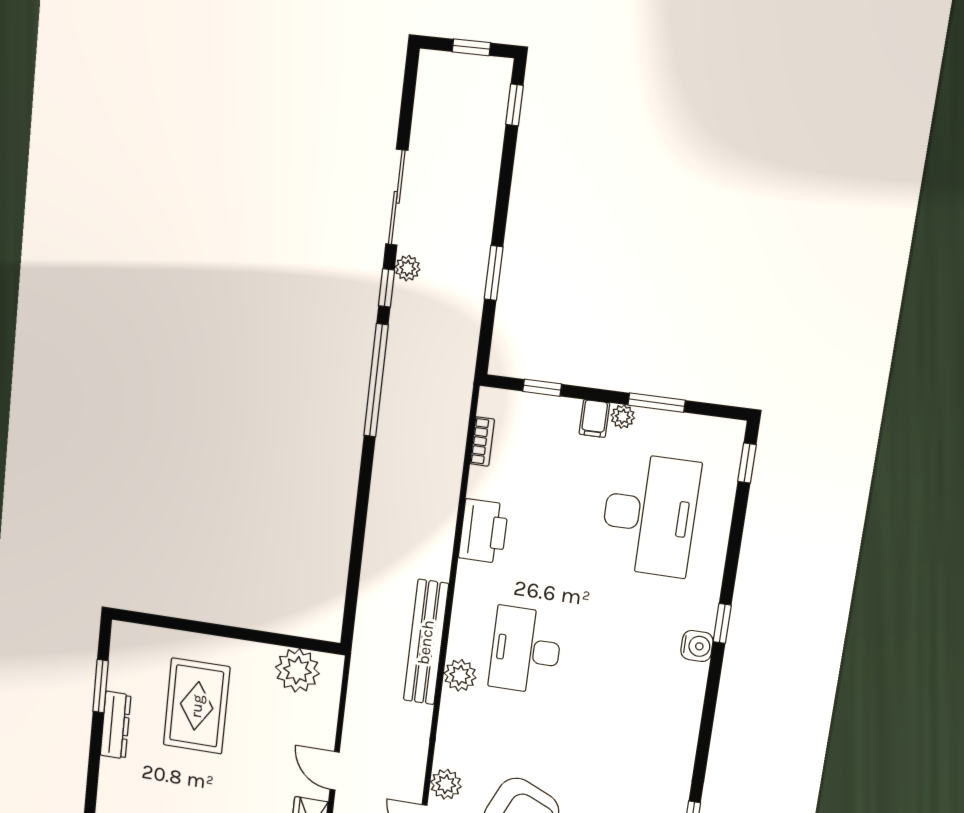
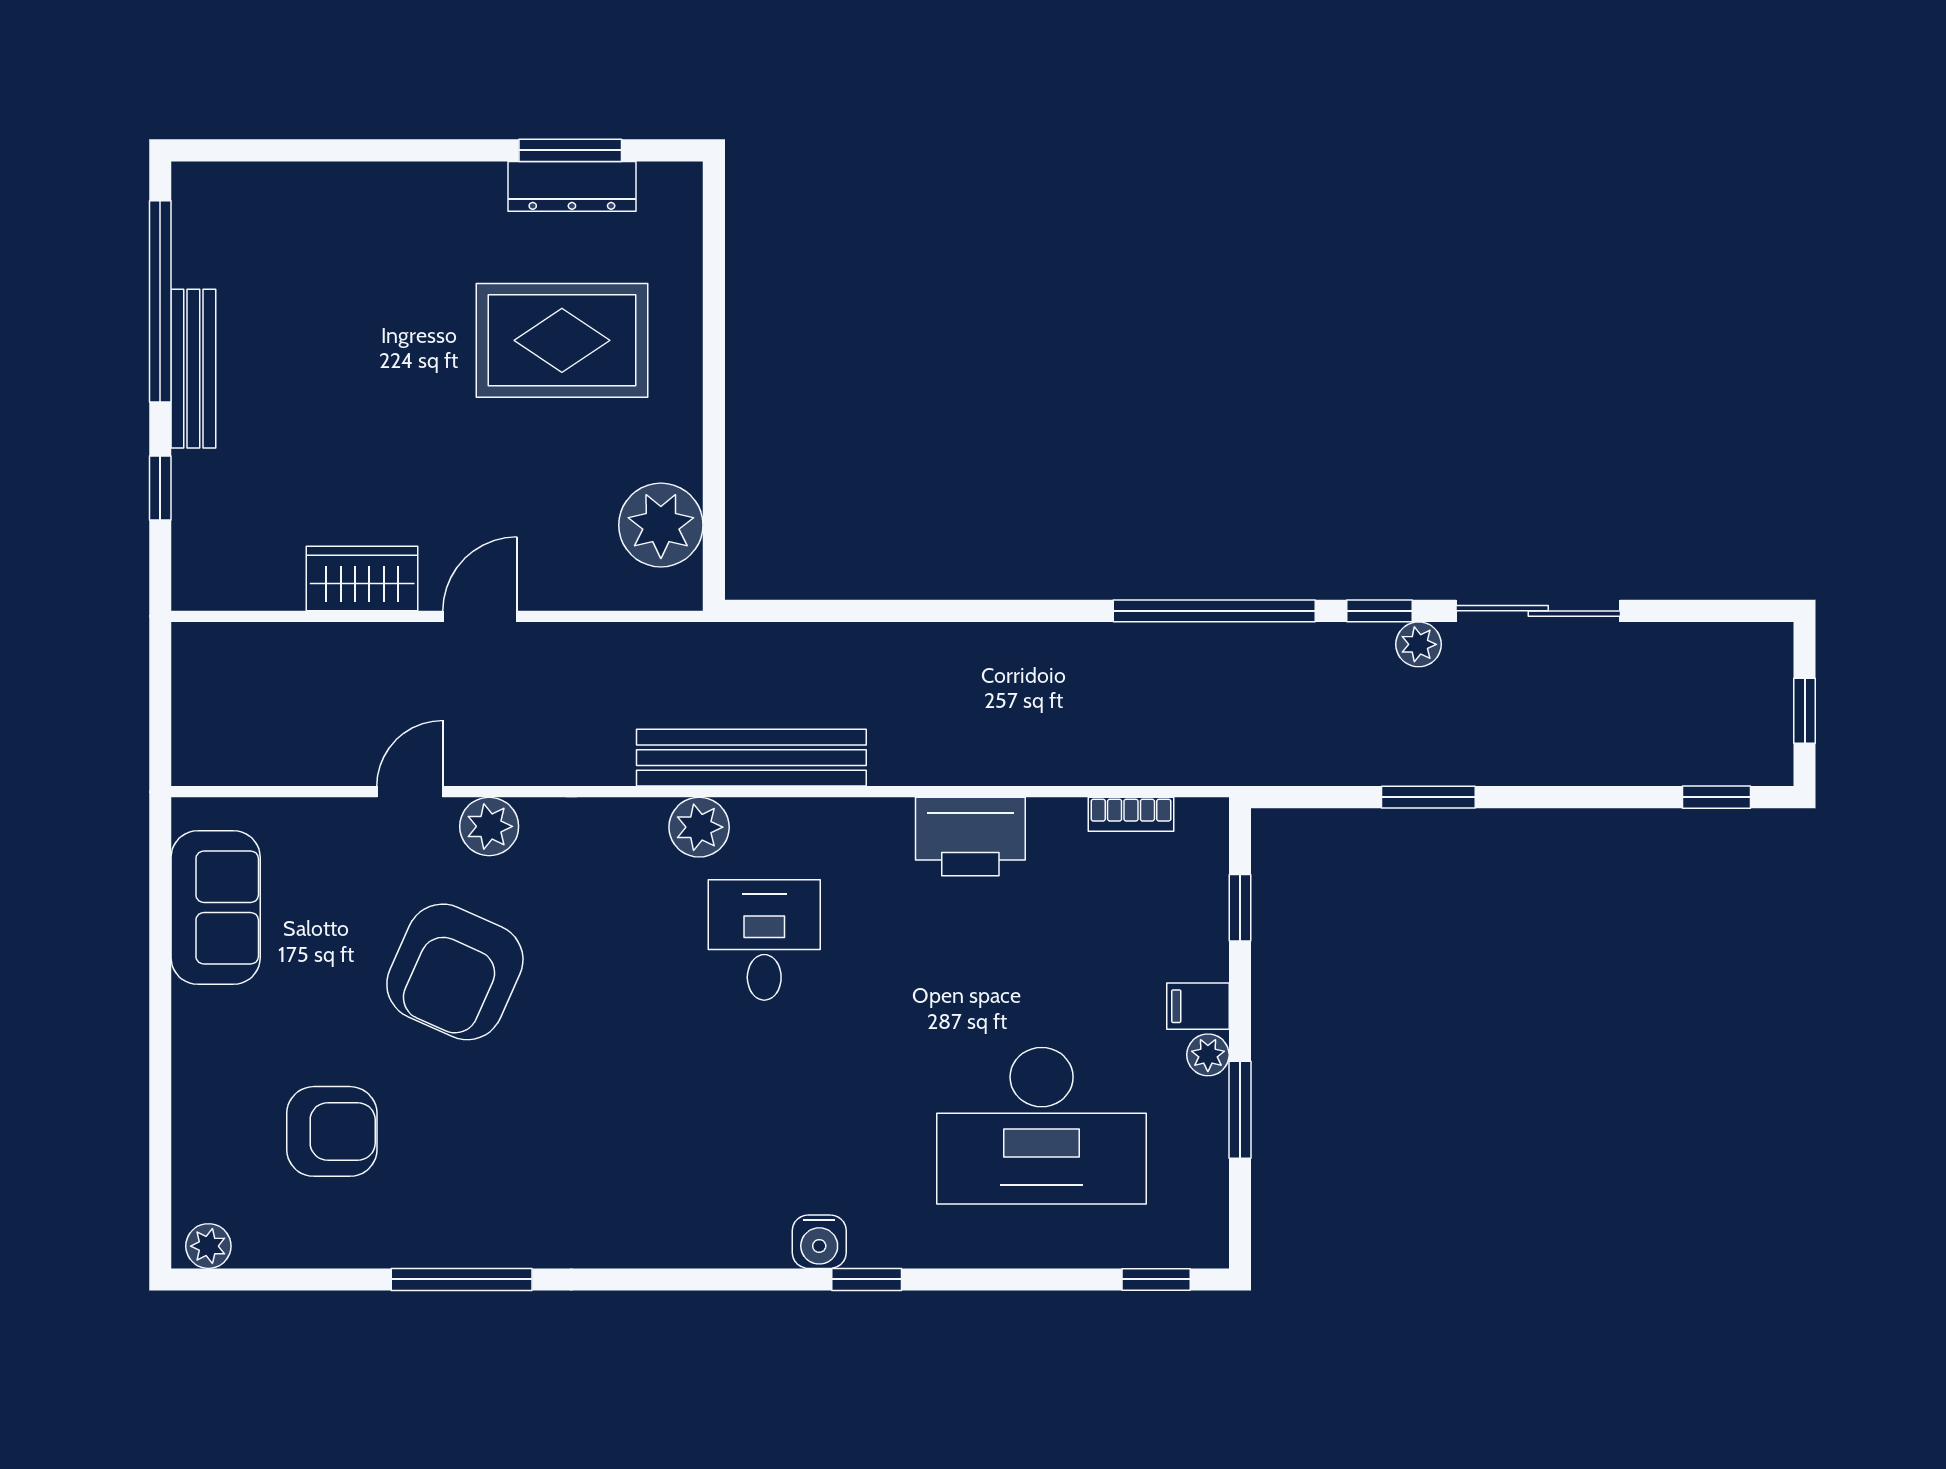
desk: (526, 650) -> (764, 940), width x0.73
dresser: (116, 725) -> (572, 186), moved

